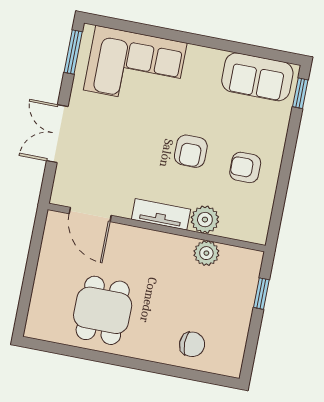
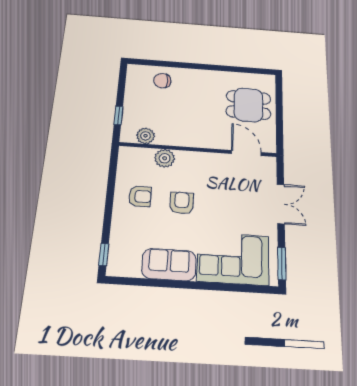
sofa: (257, 77) -> (169, 265), moved
tv unit: (161, 214) -> (197, 158), removed
plant: (206, 253) -> (146, 136), moved
dining table: (103, 310) -> (248, 105), moved, turned 90

